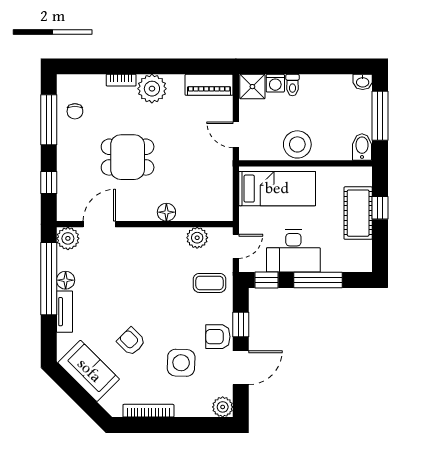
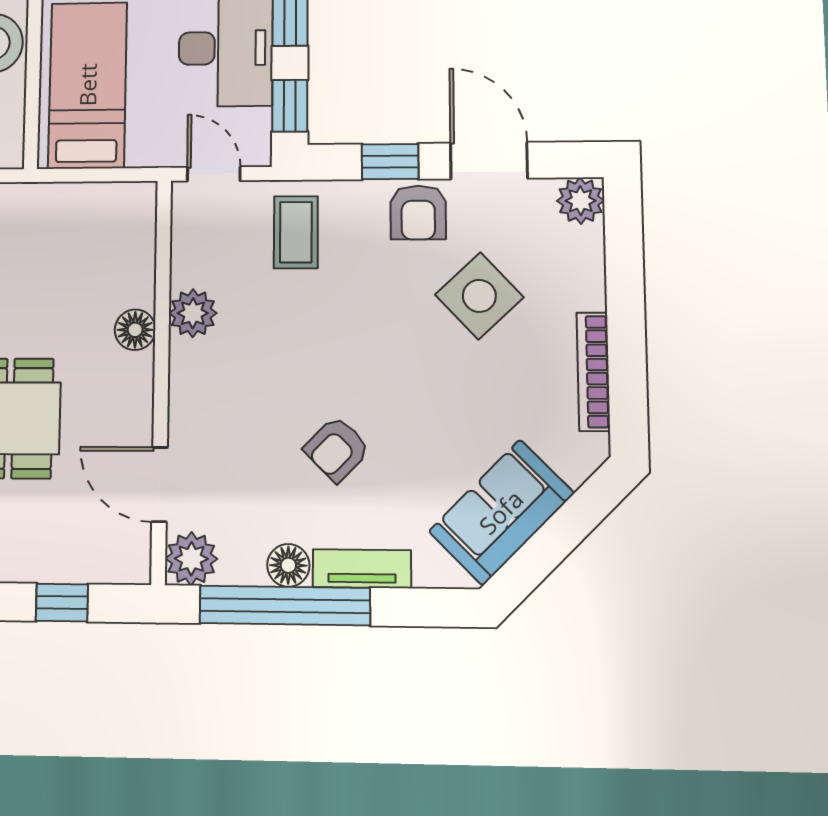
plant: (197, 238) -> (193, 313), moved
armchair: (131, 341) -> (337, 449), moved
side table: (181, 363) -> (479, 296), turned 45

